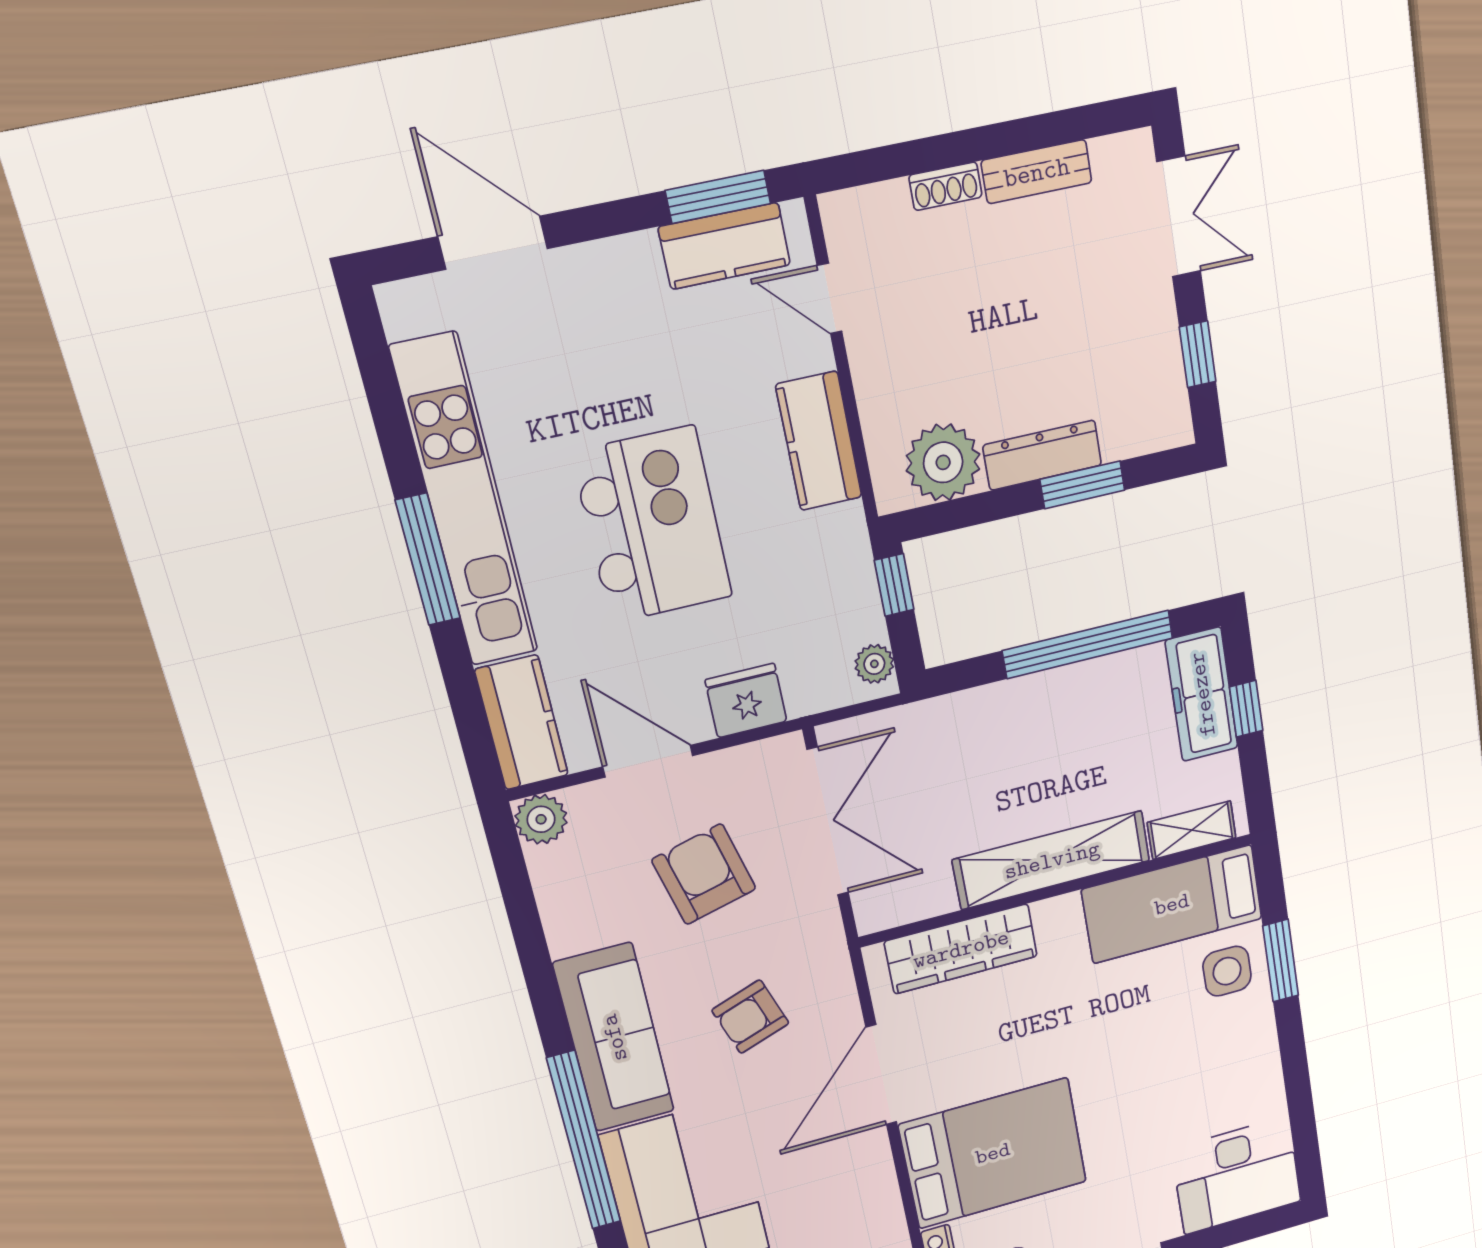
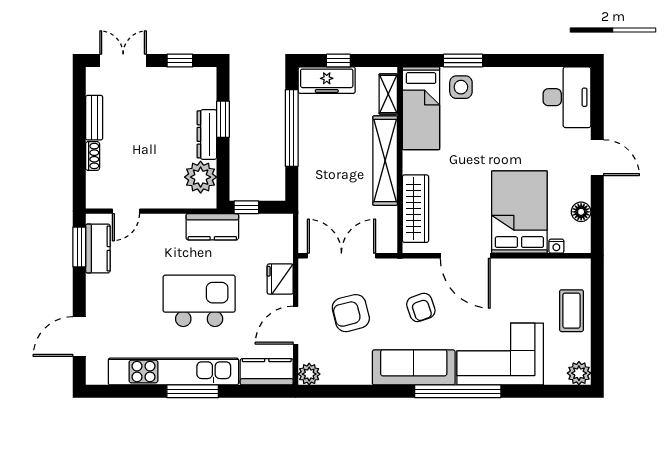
kitchen counter: (819, 441) -> (212, 227), moved
plant: (874, 664) -> (278, 222), removed

